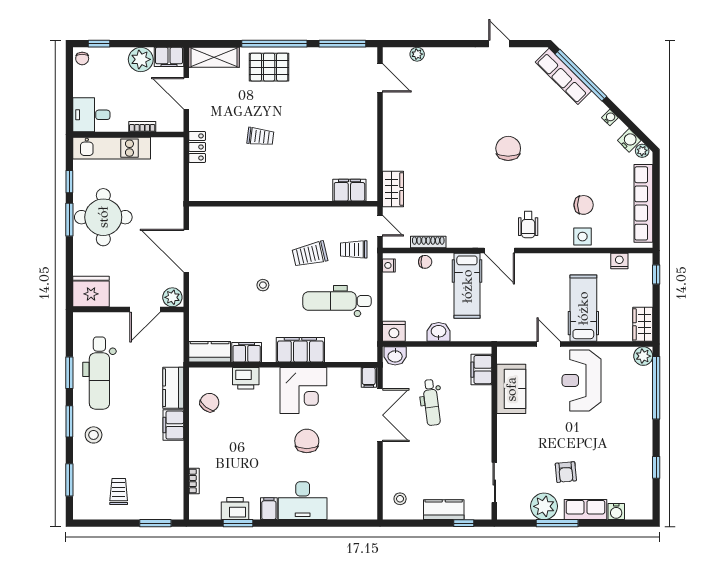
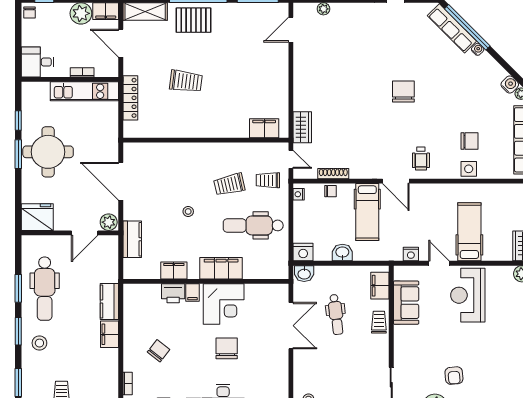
door: (380, 78) -> (291, 30), swing flipped
water cooler: (610, 118) -> (478, 49), moved
trolley: (260, 137) -> (186, 81), width x1.36, depth x1.39
locker: (197, 147) -> (130, 98), width x1.53
kitchen unit: (112, 148) -> (84, 91), moved
nightstand: (619, 261) -> (411, 254), moved, turned 180
kitchen counter: (210, 352) -> (132, 239), moved, turned 90
filing cabinet: (369, 377) -> (192, 293), moved
chair: (210, 402) -> (159, 351), moved
trolley: (480, 411) -> (379, 322), added

